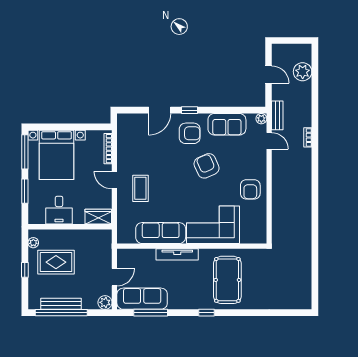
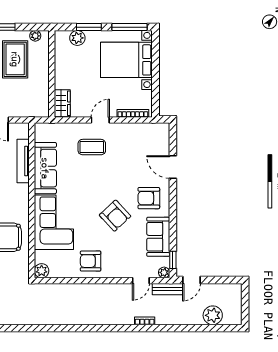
door: (269, 75) -> (192, 280), moved
window: (190, 110) -> (173, 260), moved
armchair: (190, 133) -> (149, 198), turned 90
armchair: (207, 166) -> (115, 216), turned 71
plant: (35, 202) -> (77, 38), added
desk: (59, 210) -> (69, 63), removed
plant: (260, 237) -> (42, 271), added
tv unit: (177, 254) -> (23, 161), moved

